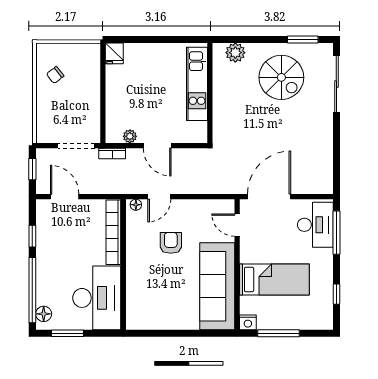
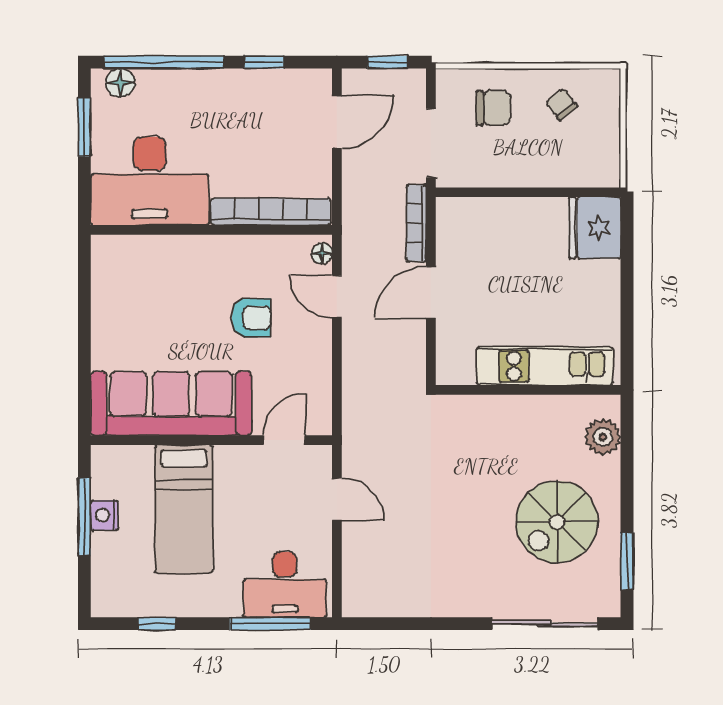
fridge: (114, 53) -> (595, 228), width x1.88, depth x1.34
chair: (57, 112) -> (493, 108), added
plant: (130, 136) -> (448, 242), removed
bookcase: (112, 154) -> (416, 223), width x1.56
door: (269, 197) -> (337, 499), width x0.53
nightstand: (248, 322) -> (104, 515), moved

